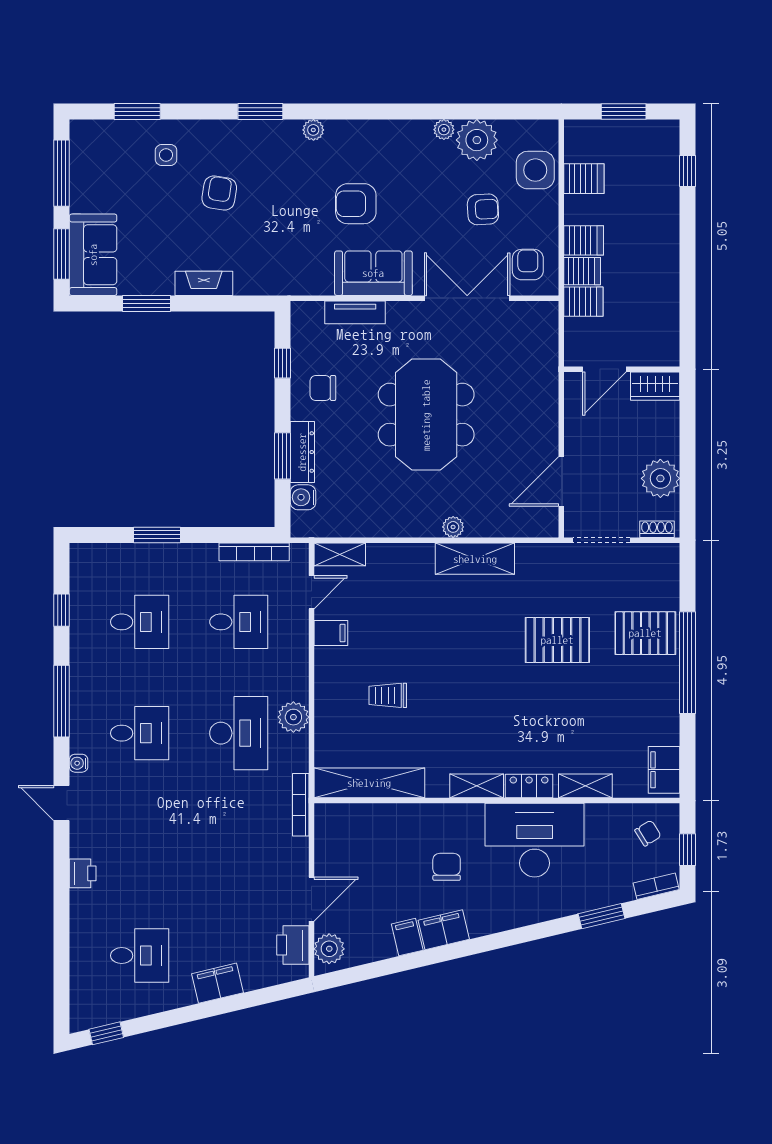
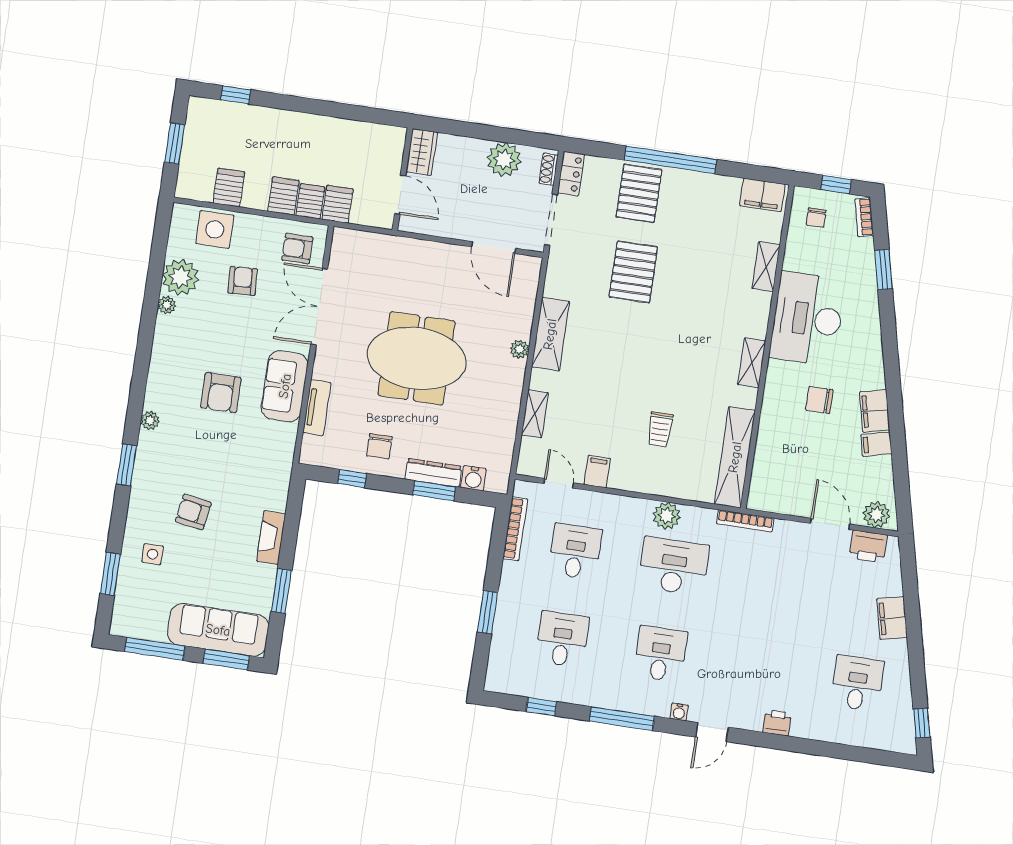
sofa: (93, 255) -> (218, 630), width x1.36
shelving: (340, 554) -> (535, 414), moved
locker: (529, 786) -> (571, 174), moved, turned 180
chair: (648, 833) -> (816, 217), turned -148

